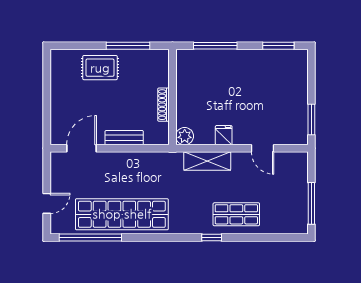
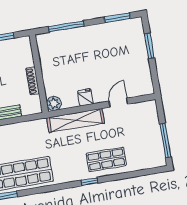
window: (311, 119) -> (149, 46), moved
door: (262, 148) -> (118, 103), swing flipped
shelving: (207, 161) -> (76, 120), width x1.47

